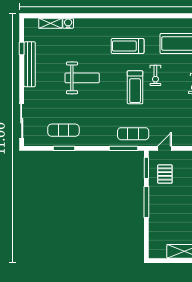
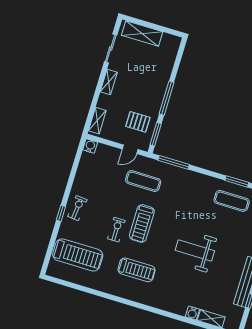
treadmill: (135, 87) -> (142, 224), turned 180
exercise mat: (133, 134) -> (143, 181), moved
pallet: (165, 174) -> (138, 122), turned 90

